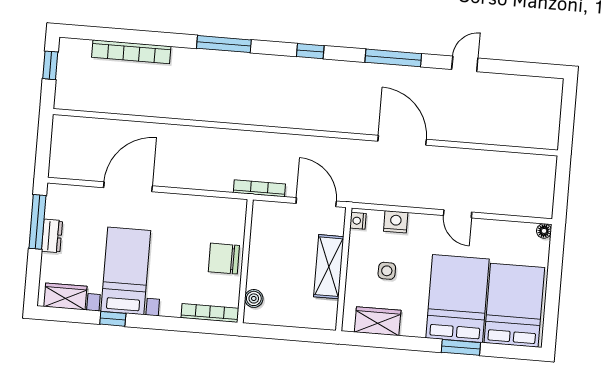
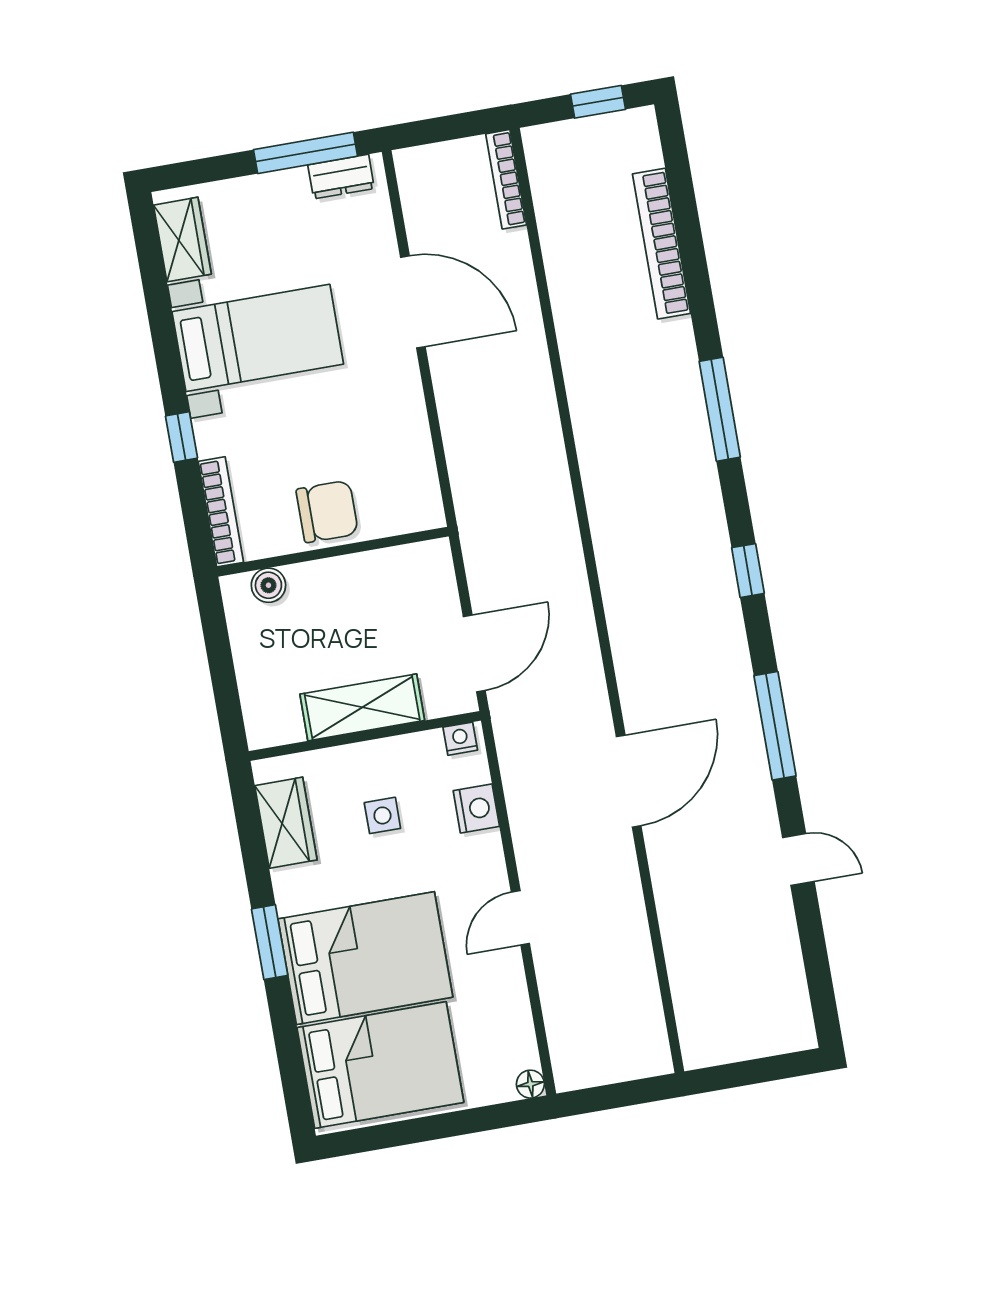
bookcase: (259, 188) -> (506, 179), moved, turned 180
dresser: (52, 236) -> (341, 177), moved
chair: (224, 259) -> (327, 511), turned 90
window: (113, 319) -> (181, 437), moved
window: (461, 347) -> (270, 942), moved

